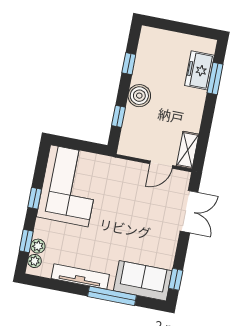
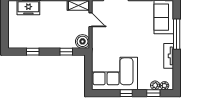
boiler: (139, 96) -> (82, 41), moved
tv unit: (80, 276) -> (169, 56), width x0.71

